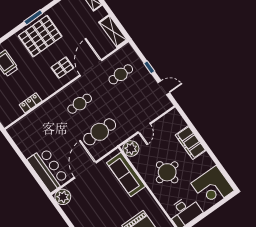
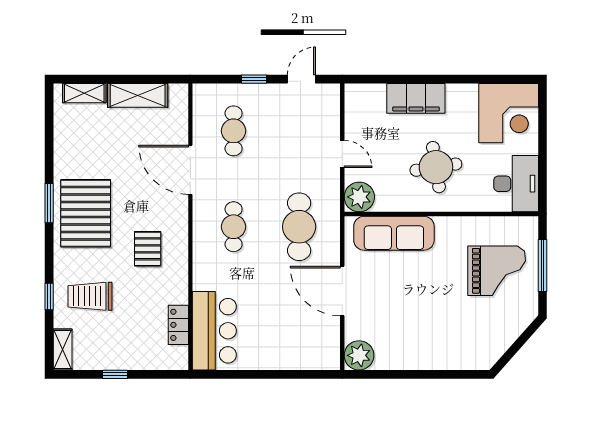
shelving: (113, 31) -> (138, 95), moved
pallet: (62, 68) -> (148, 249), moved
locker: (31, 103) -> (178, 325), moved
bar counter: (48, 170) -> (214, 331), moved, turned 90

